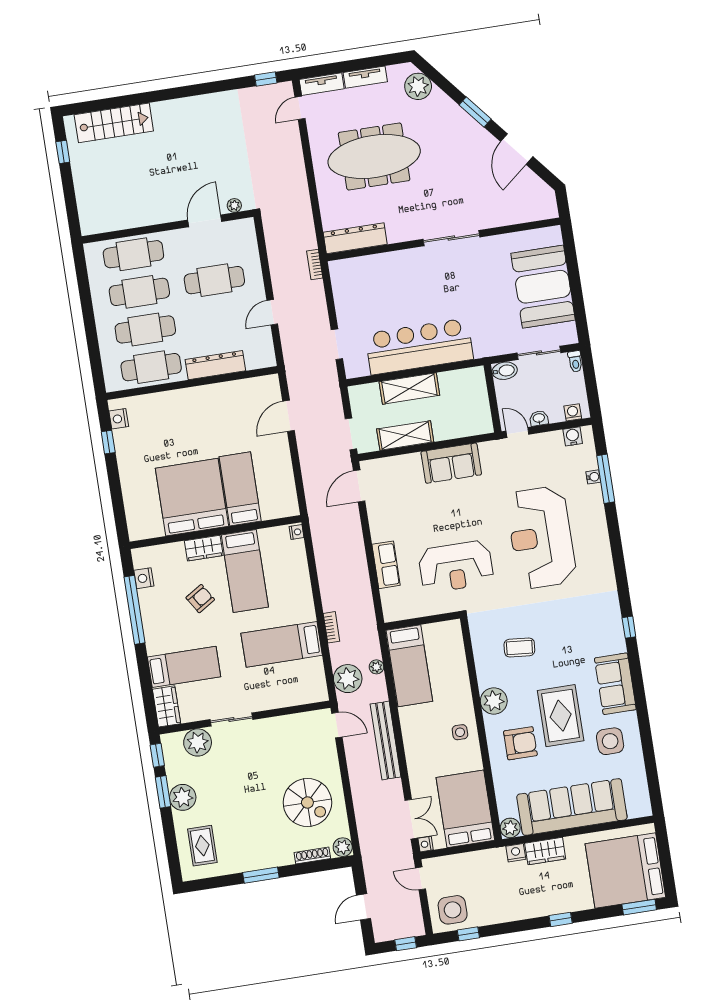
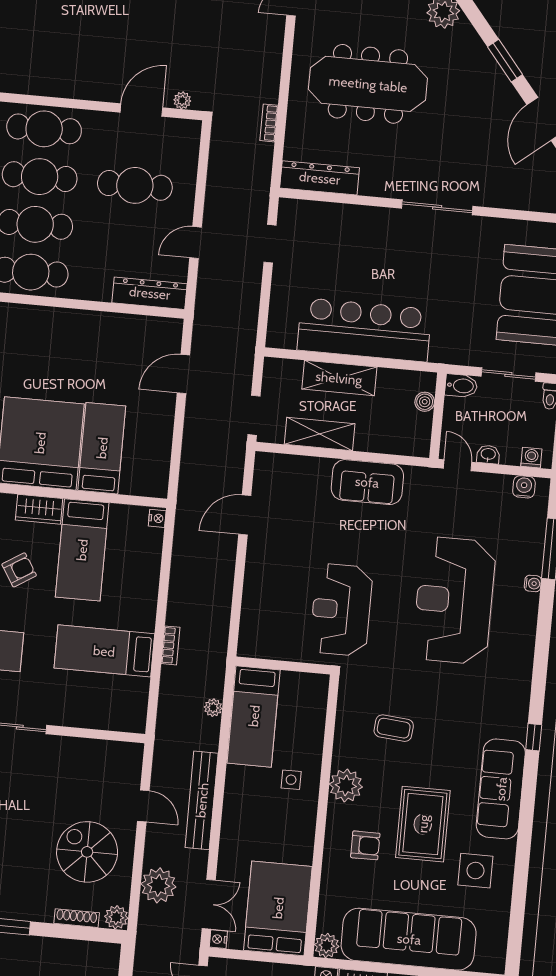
bookcase: (315, 264) -> (269, 123), moved
doorway: (337, 344) -> (270, 244), moved
dresser: (215, 365) -> (150, 293), moved
boiler: (480, 390) -> (425, 402), added
water cooler: (593, 477) -> (533, 583), moved
door: (359, 486) -> (245, 515), moved
row of seats: (386, 565) -> (256, 586), removed
reception desk: (456, 567) -> (341, 610), turned 90
plant: (348, 679) -> (158, 885), moved
sofa: (615, 684) -> (501, 789), width x1.36
door: (337, 725) -> (143, 806), moved
side table: (460, 732) -> (291, 780), moved
armchair: (520, 743) -> (365, 845), width x0.72, depth x0.72
spiral stairs: (307, 802) -> (87, 852), turned 180

